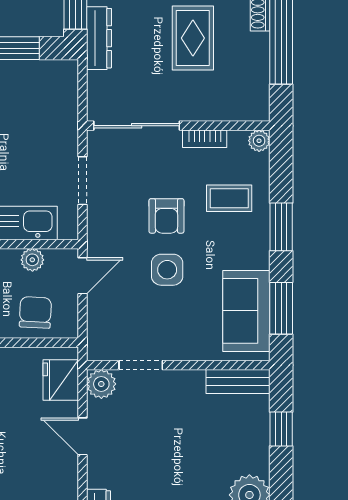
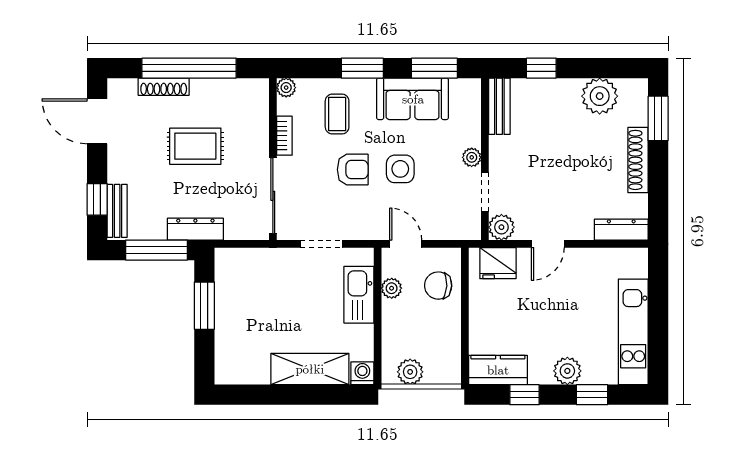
sofa: (246, 311) -> (413, 99), moved
plant: (180, 350) -> (472, 157), added

